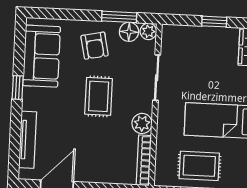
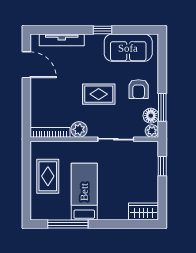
window: (214, 22) -> (162, 166), moved
armchair: (95, 46) -> (139, 89), turned -78

